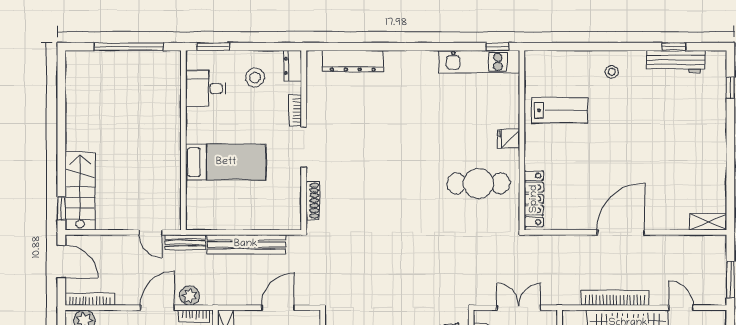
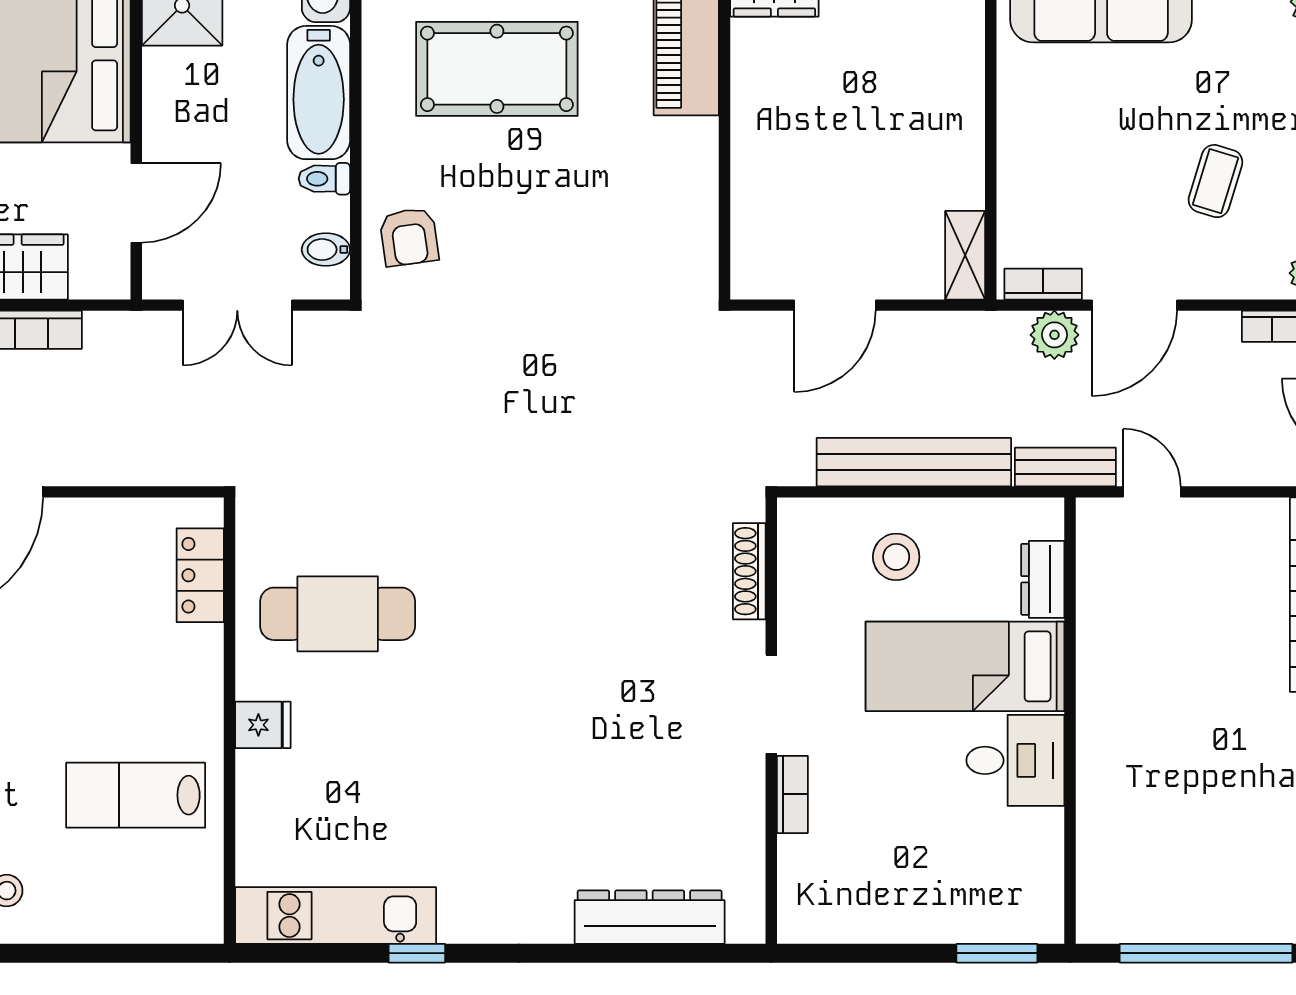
window: (497, 47) -> (417, 953), moved
dresser: (293, 66) -> (1043, 579), moved, turned 180
stool: (255, 78) -> (896, 557), moved
desk: (205, 88) -> (1015, 760), moved
locker: (534, 199) -> (200, 575), width x0.66

